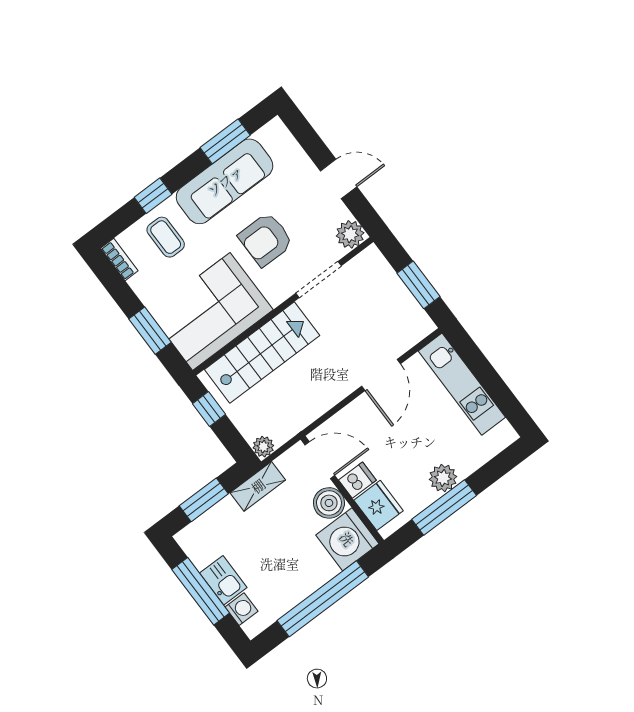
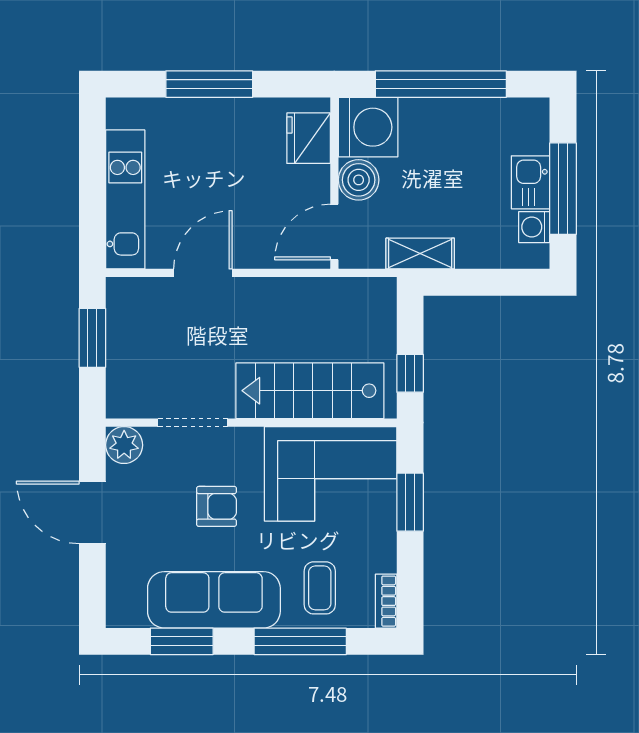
door: (339, 179) -> (92, 512), width x1.37
window: (153, 196) -> (300, 641), width x2.17
armchair: (266, 239) -> (217, 506), width x0.72, depth x0.72
plant: (263, 447) -> (383, 291), removed
door: (320, 460) -> (334, 232), hinge flipped
plant: (443, 478) -> (219, 116), removed
dishwasher: (357, 480) -> (311, 181), removed
window: (204, 500) -> (487, 282), removed
window: (444, 507) -> (209, 84), moved
washing machine: (242, 609) -> (534, 227), moved

